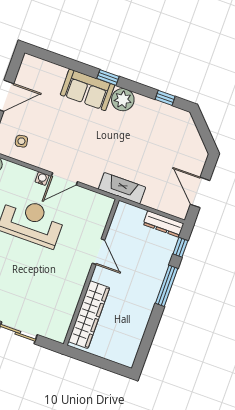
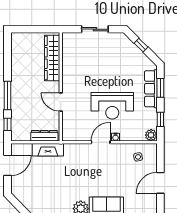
fireplace: (122, 188) -> (48, 150), moved
door: (200, 192) -> (7, 165), hinge flipped
dresser: (163, 224) -> (44, 136), moved

